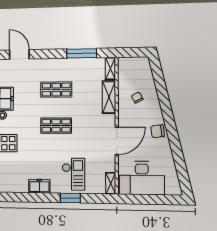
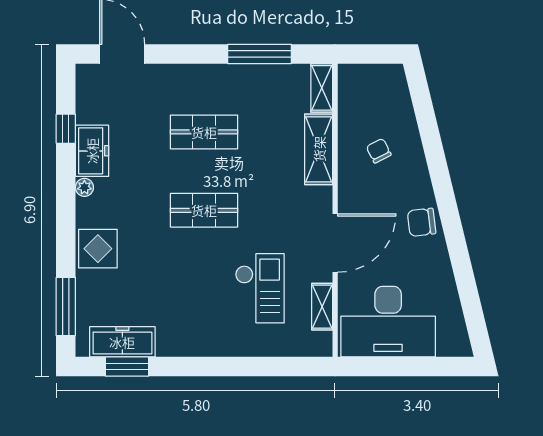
checkout: (73, 174) -> (260, 288), moved
shelving: (111, 183) -> (322, 307), moved
freezer: (39, 186) -> (122, 342), moved, width x1.40
window: (70, 198) -> (127, 367), moved

